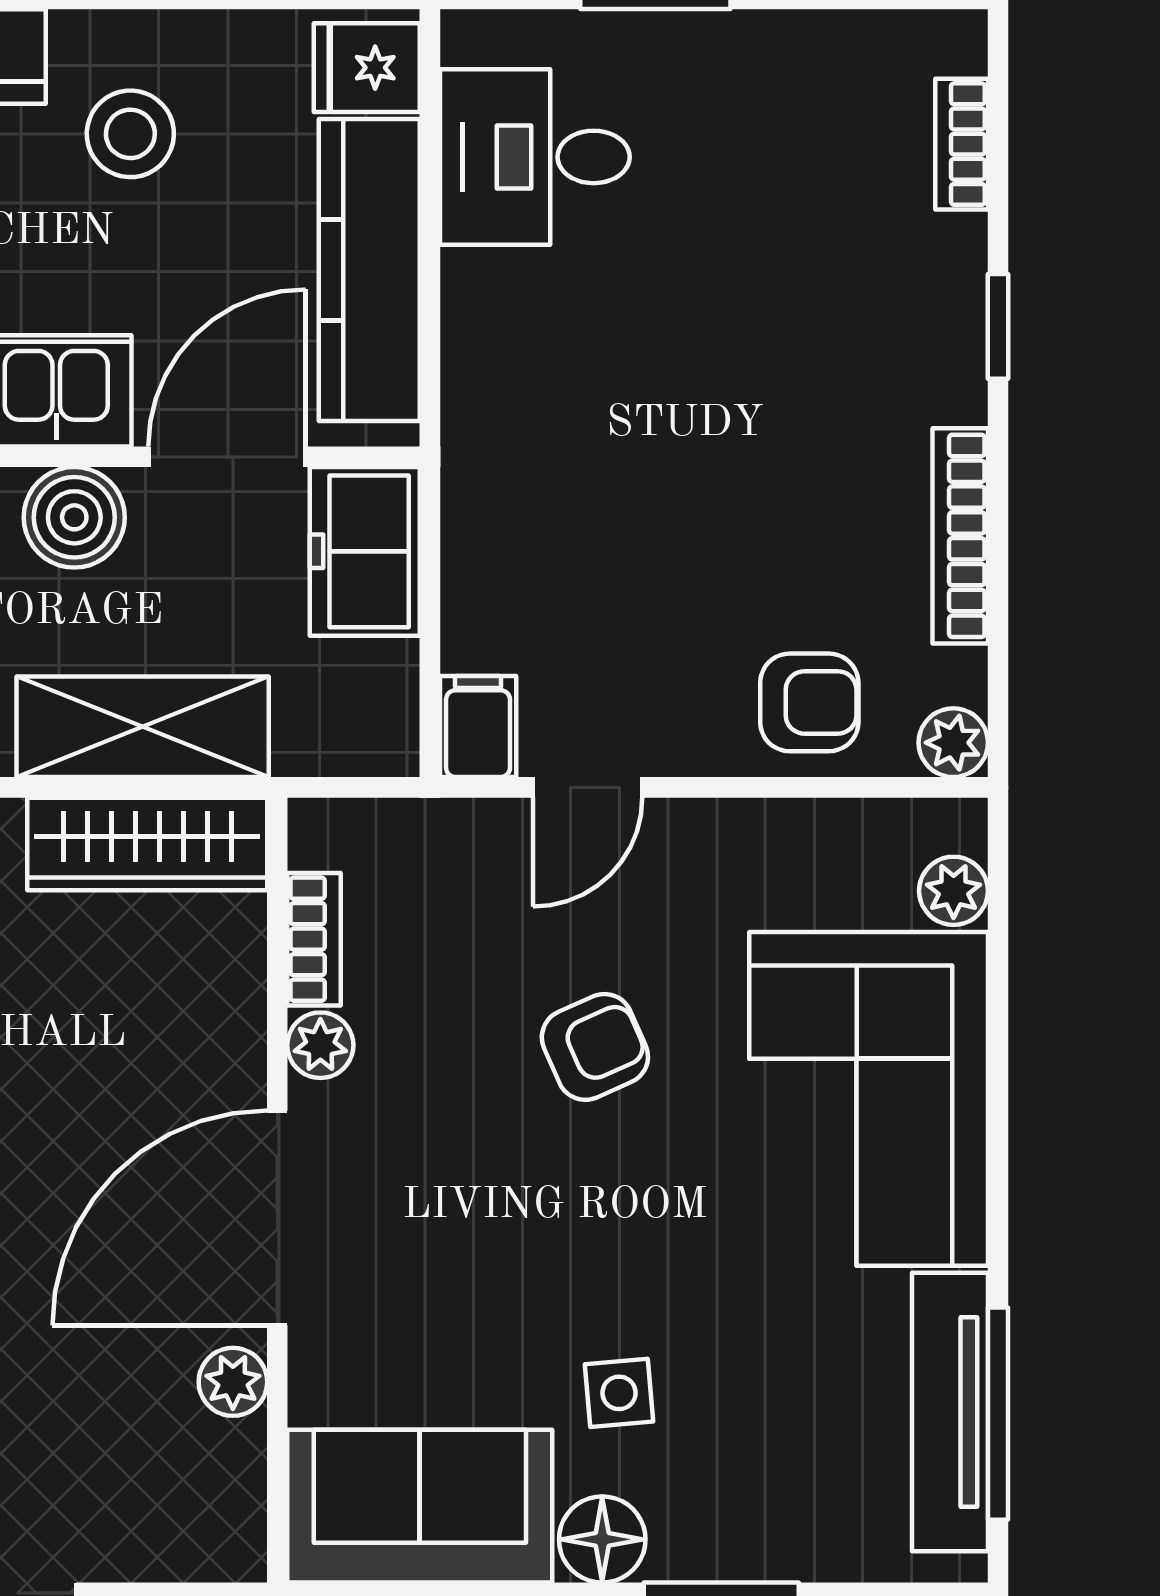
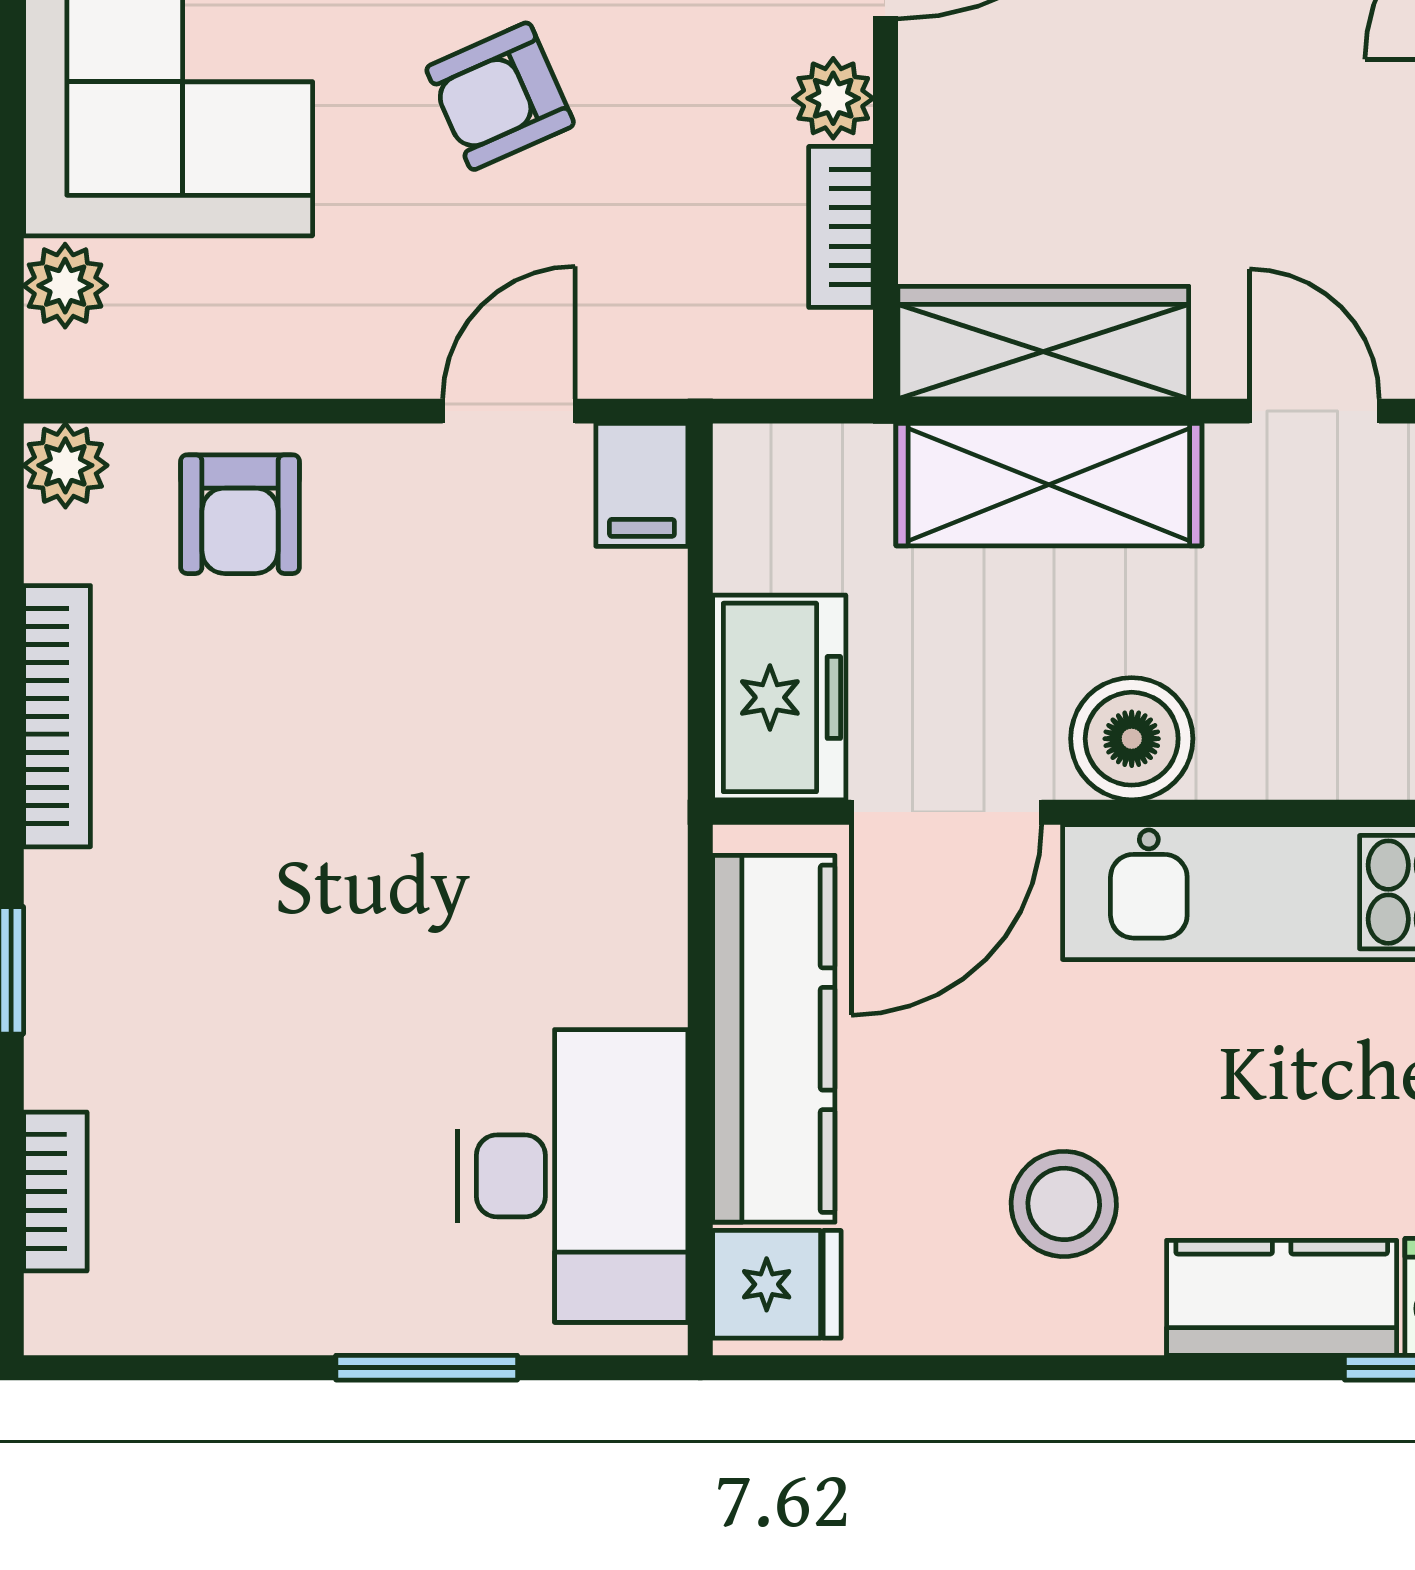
desk: (535, 157) -> (573, 1176), width x1.37
armchair: (809, 702) -> (240, 514), turned -90

